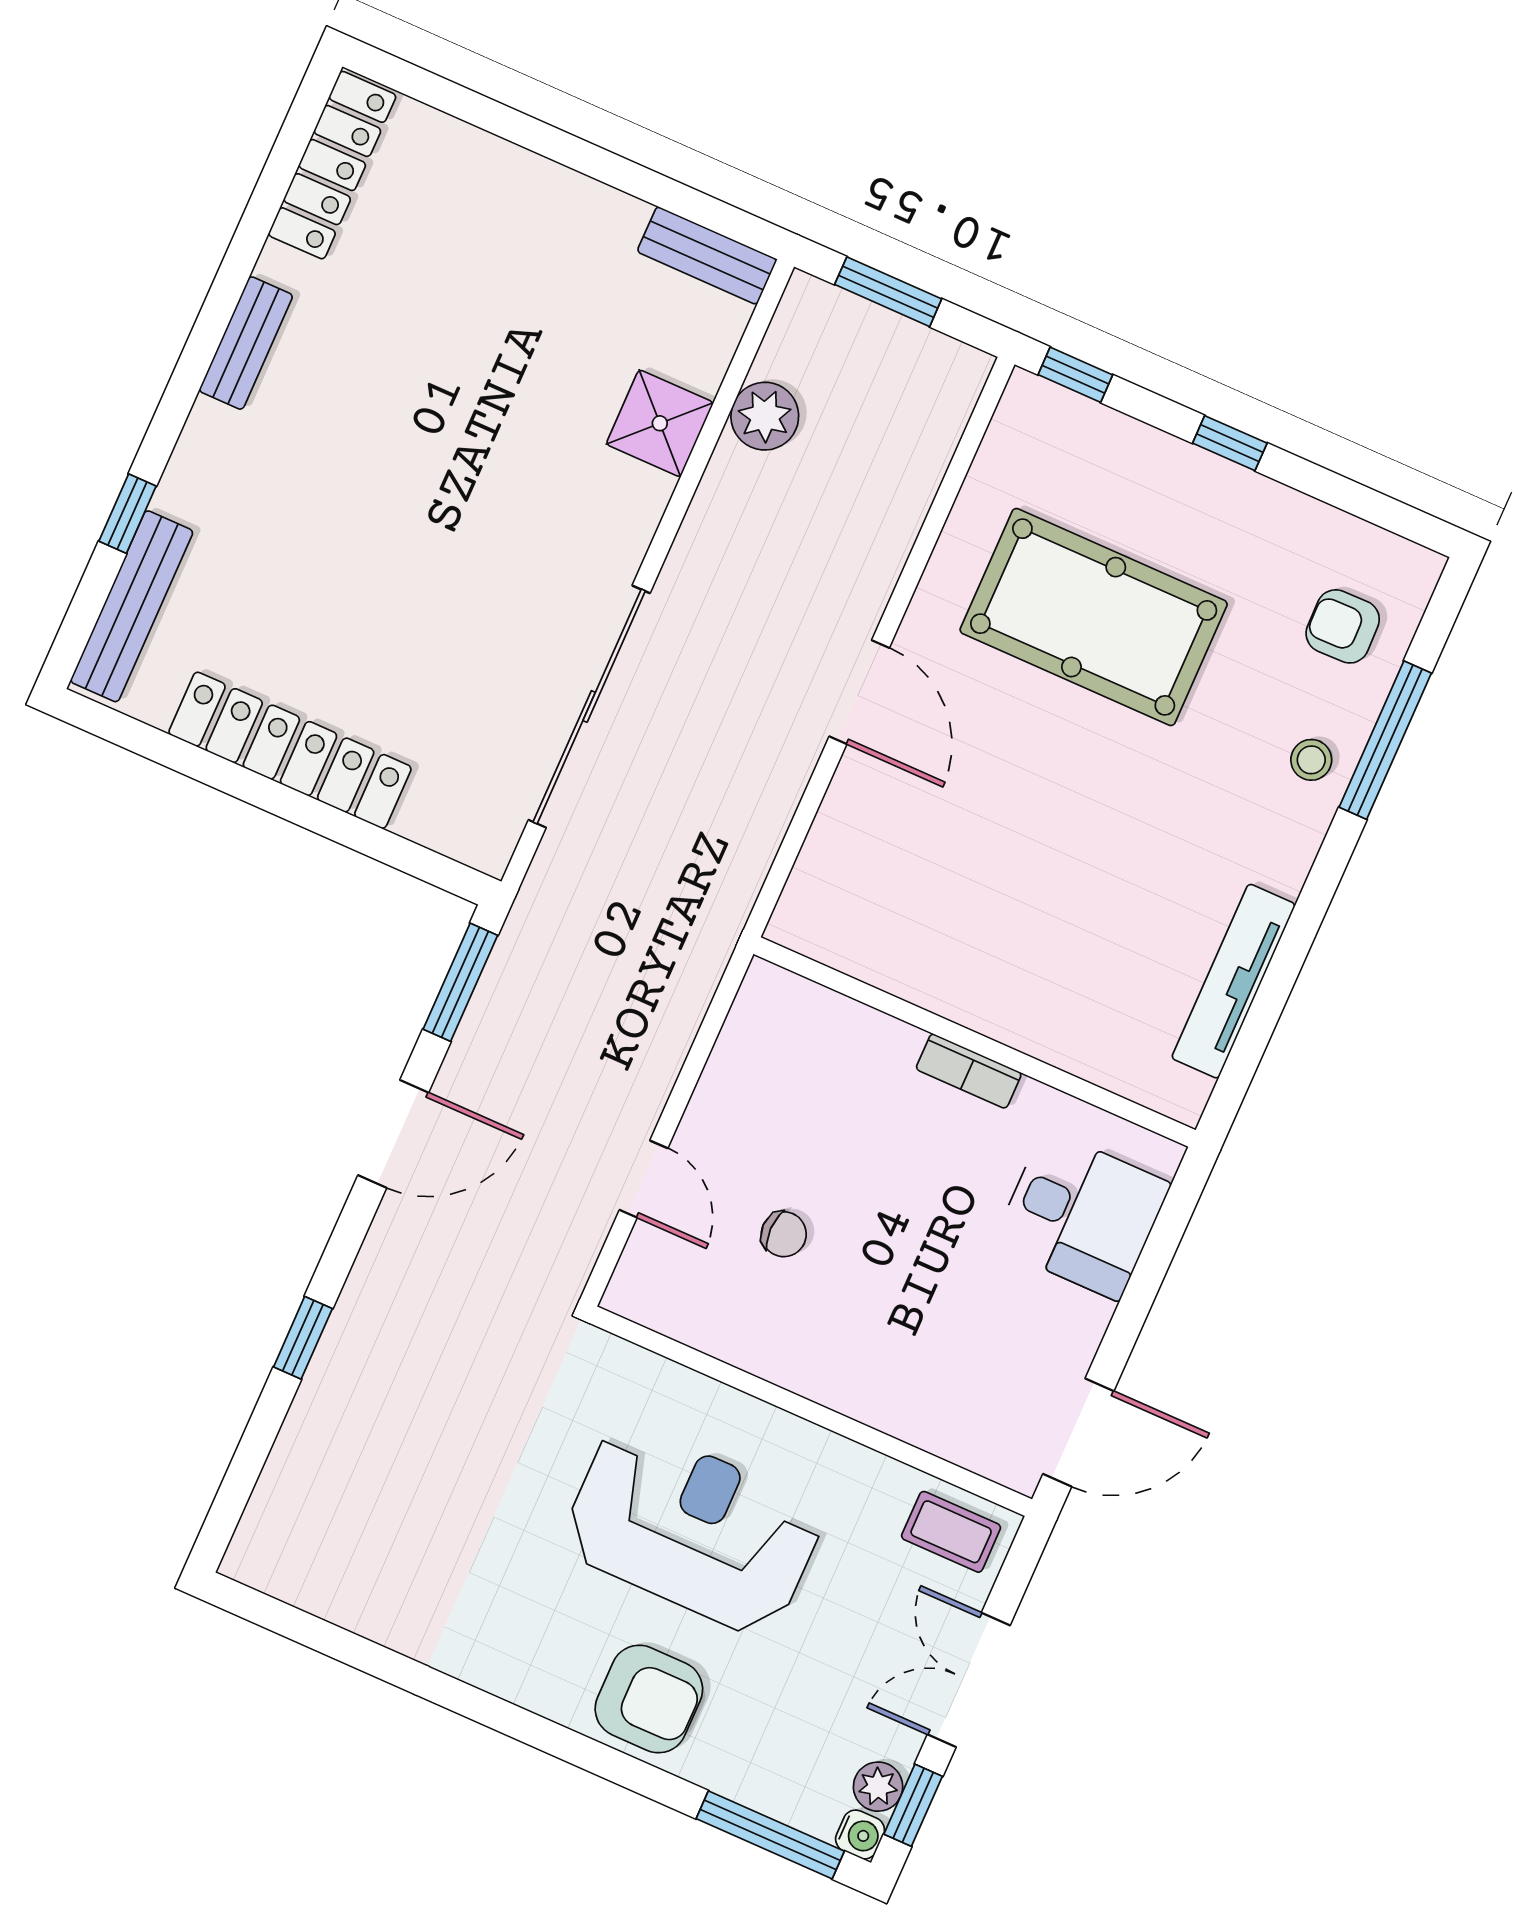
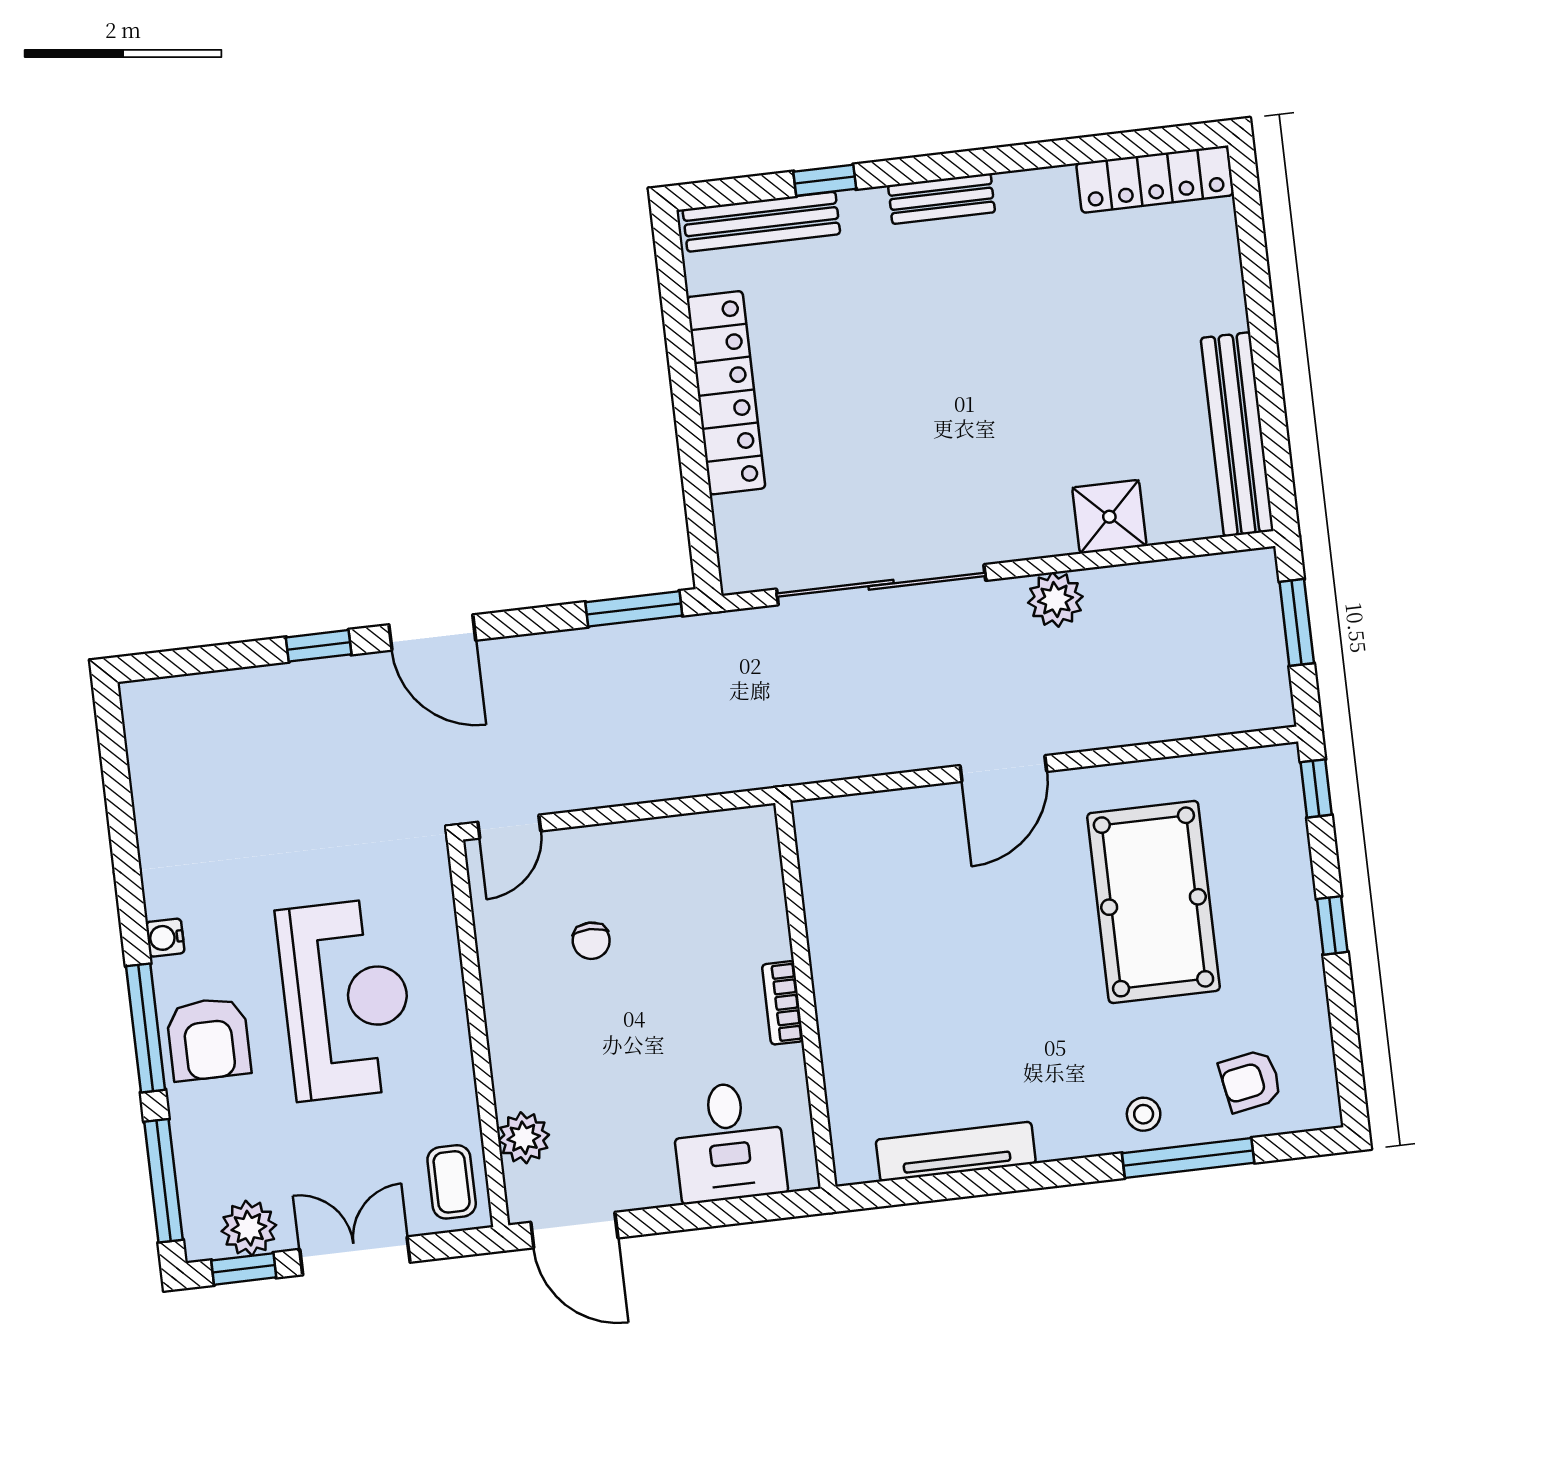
bench: (707, 255) -> (1237, 434), width x1.86, depth x1.21
bench: (246, 343) -> (942, 199), moved
plant: (765, 416) -> (1055, 600), moved
armchair: (1343, 626) -> (1250, 1081), turned -99
door: (393, 1134) -> (432, 633), moved
door: (644, 1179) -> (509, 827), moved
plant: (949, 1428) -> (524, 1138), added
window: (598, 1759) -> (146, 1028), added
plant: (878, 1787) -> (249, 1228), width x1.38, depth x1.38
water cooler: (860, 1835) -> (165, 938), moved, turned 90

